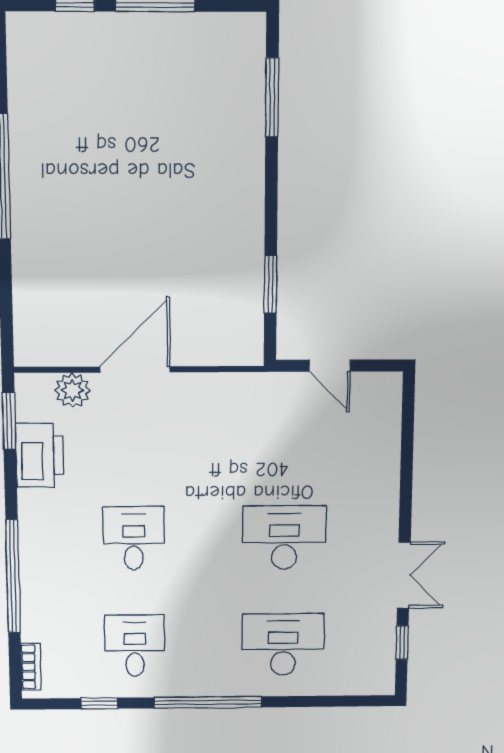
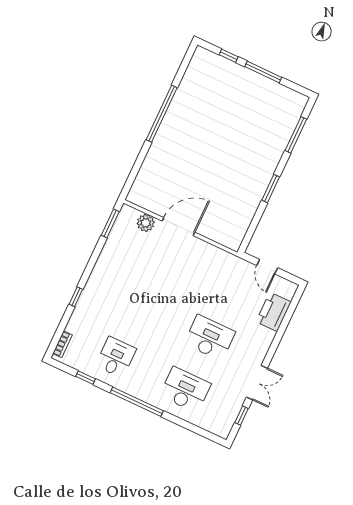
window: (271, 284) -> (271, 189), moved
printer: (40, 455) -> (274, 312), moved, turned 180
desk: (134, 538) -> (140, 305), removed
window: (13, 576) -> (76, 297), width x0.32

